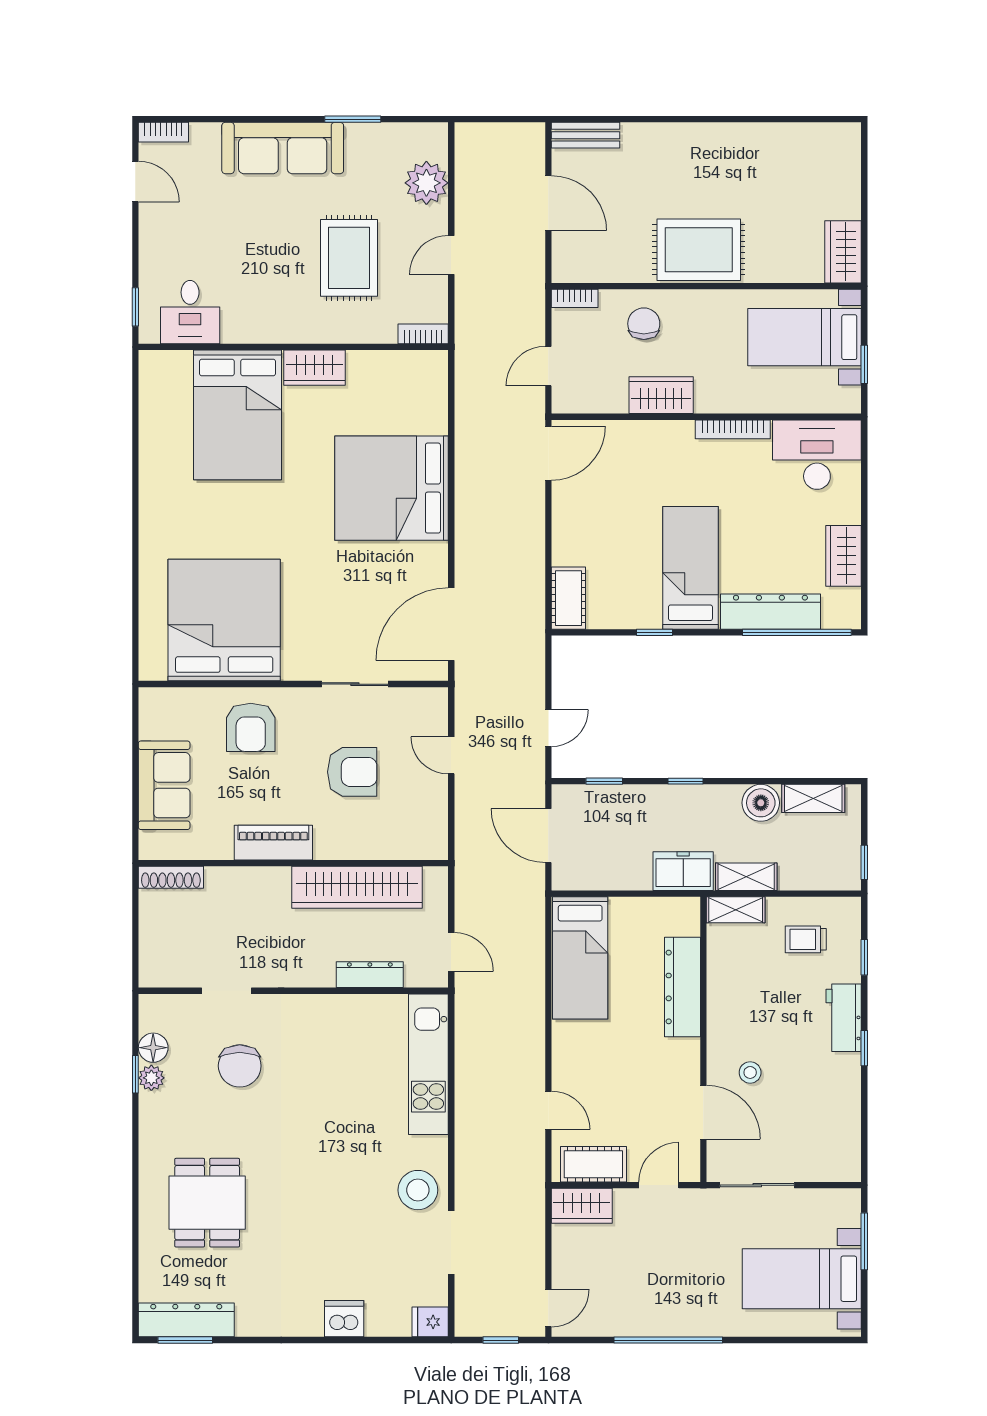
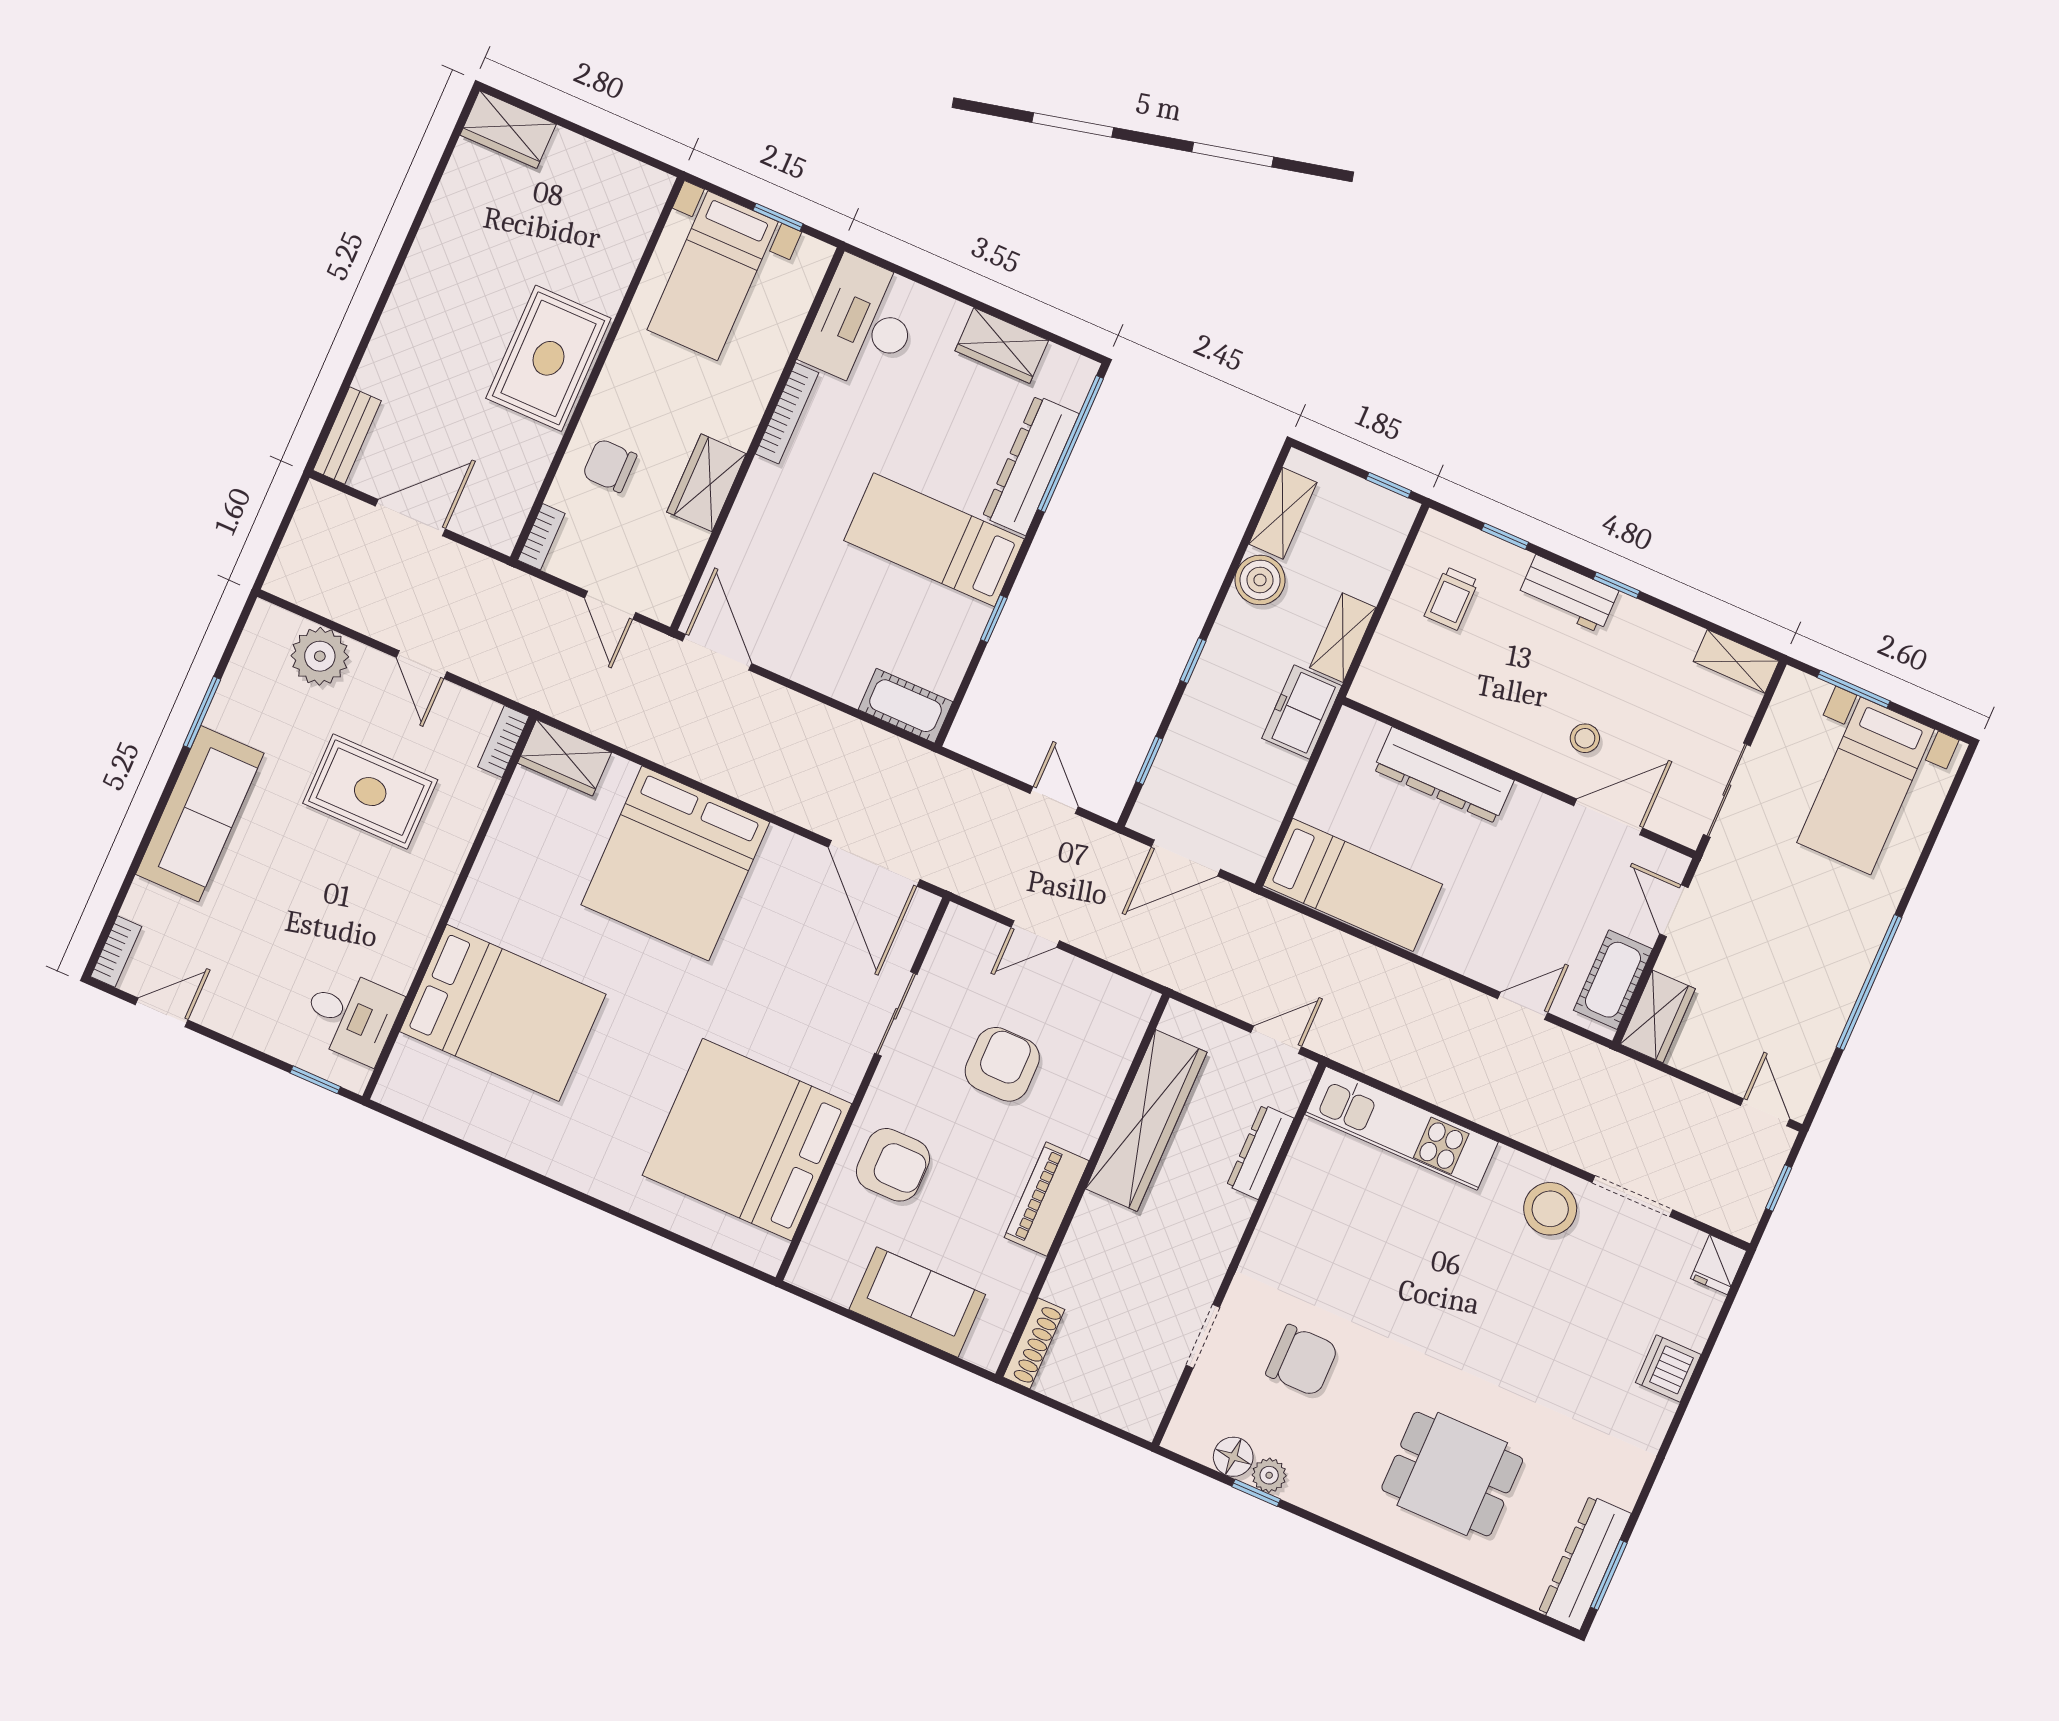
wardrobe: (843, 252) -> (508, 130), moved
wardrobe: (314, 368) -> (564, 758), moved, turned 90
shelving: (736, 910) -> (1736, 661), moved, turned 90

